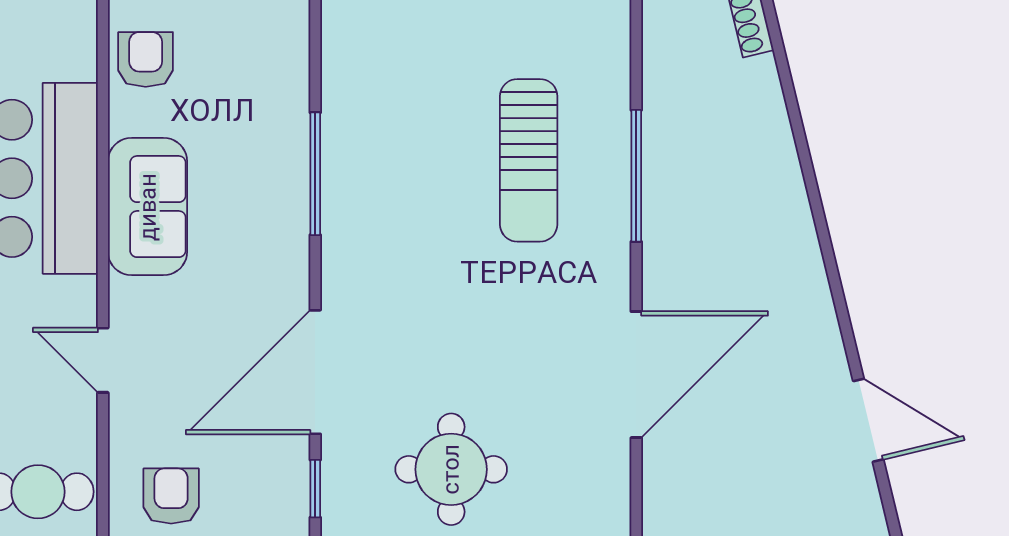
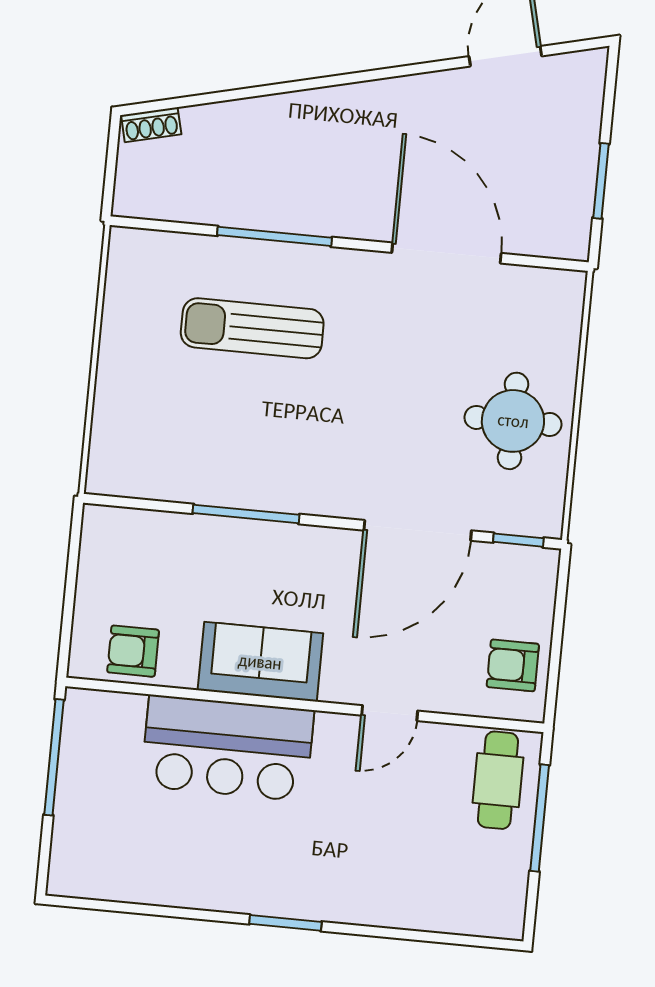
sun lounger: (529, 160) -> (252, 328), turned 180
door: (315, 372) -> (418, 530), hinge flipped

